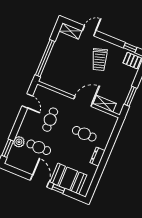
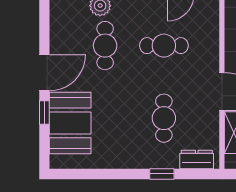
window: (110, 146) -> (162, 174), added
dresser: (98, 157) -> (197, 159), moved

